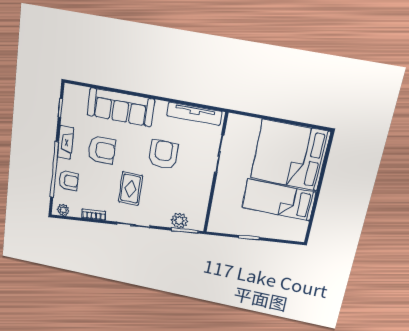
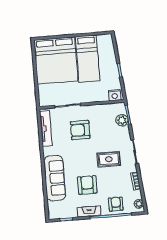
armchair: (163, 154) -> (80, 130), moved
nightstand: (216, 221) -> (115, 95), added

